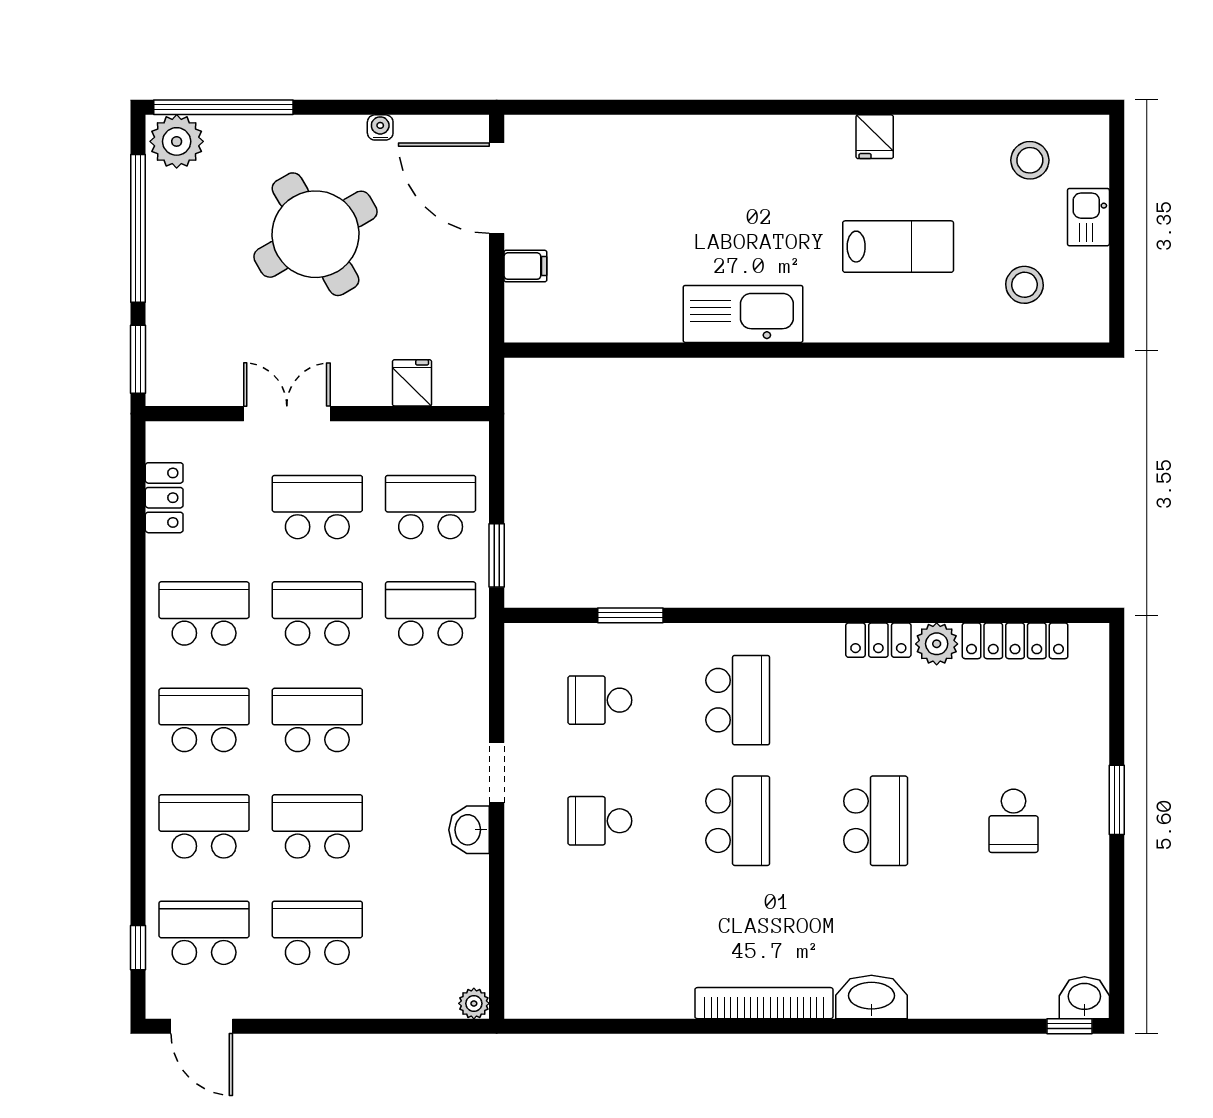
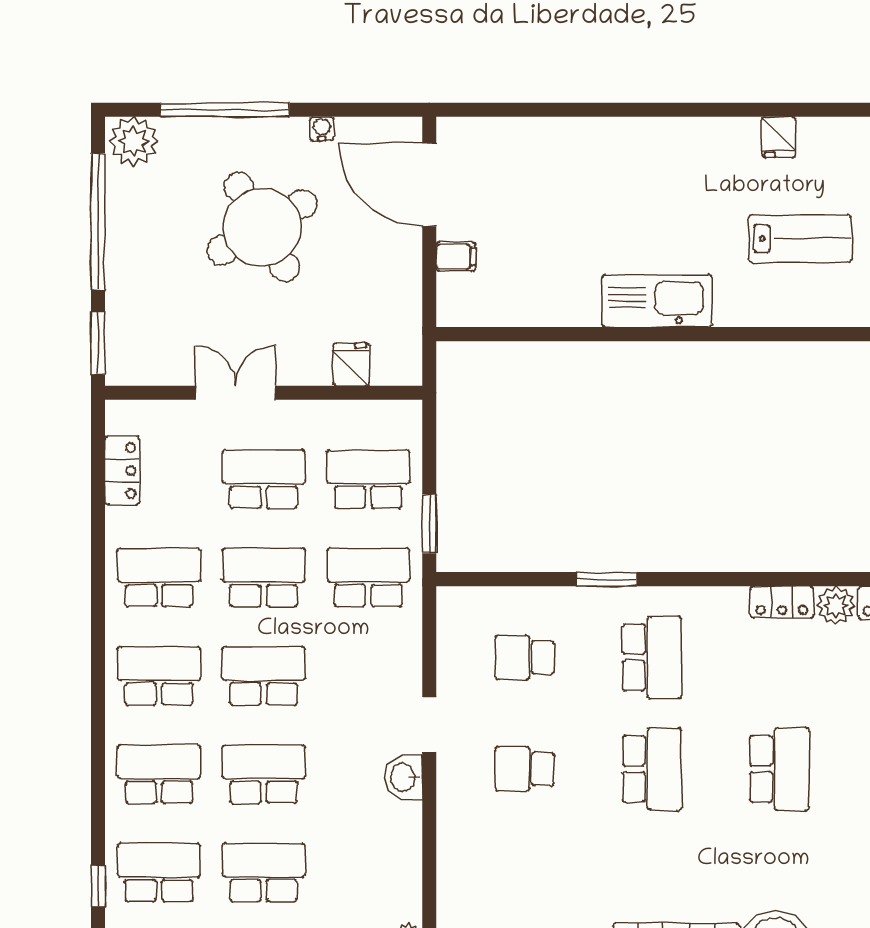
window: (223, 107) -> (225, 110), moved
window: (630, 615) -> (607, 579), moved

